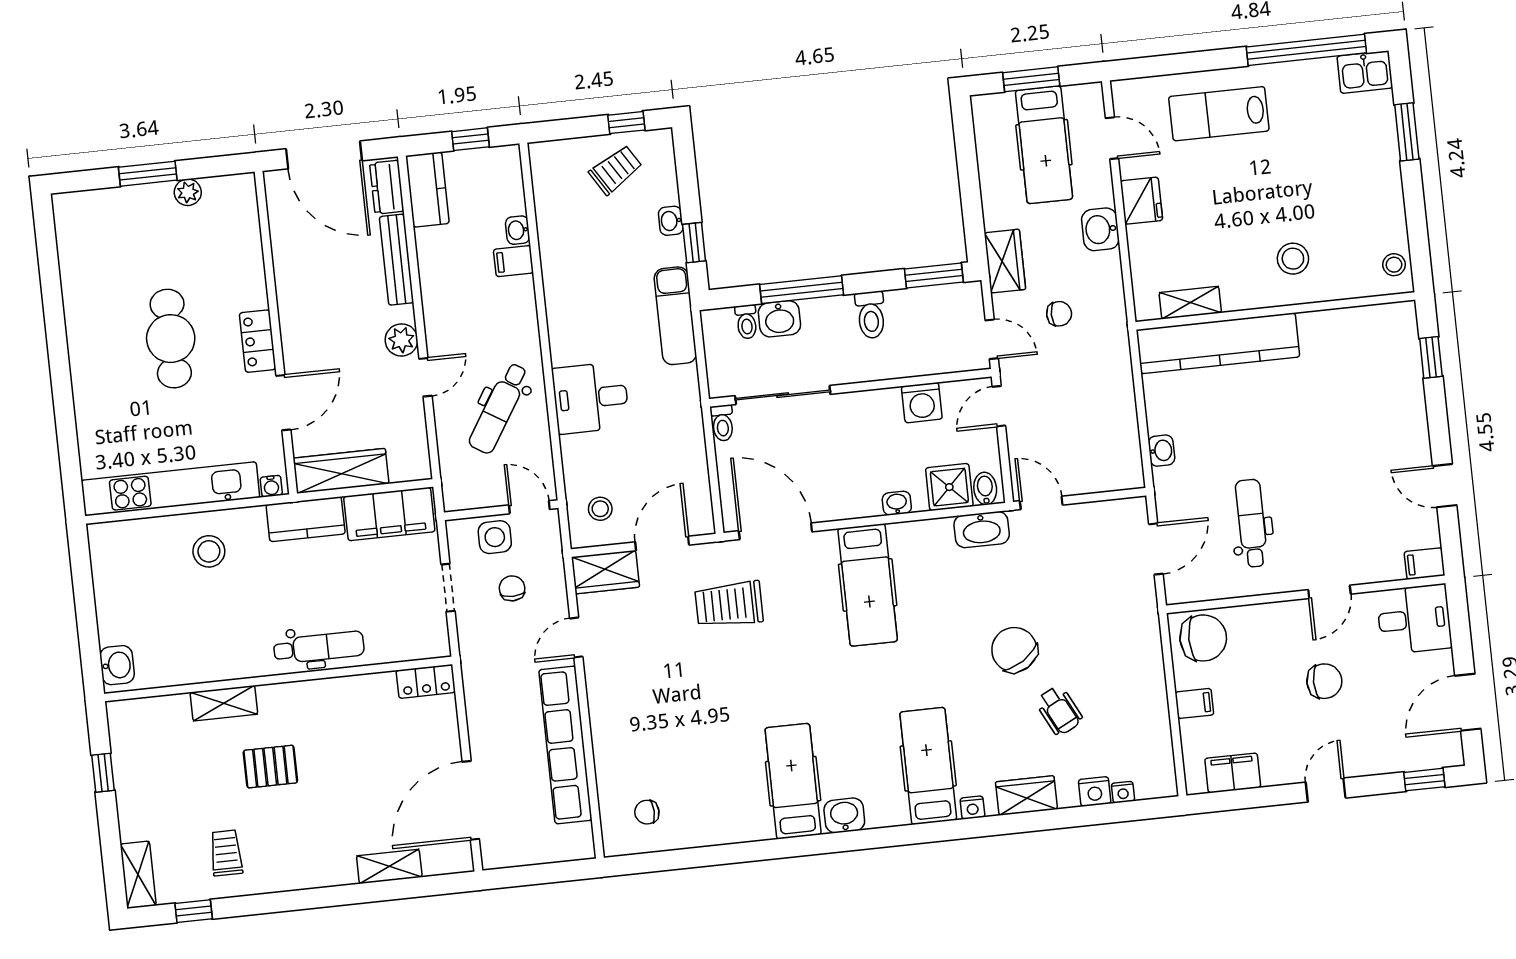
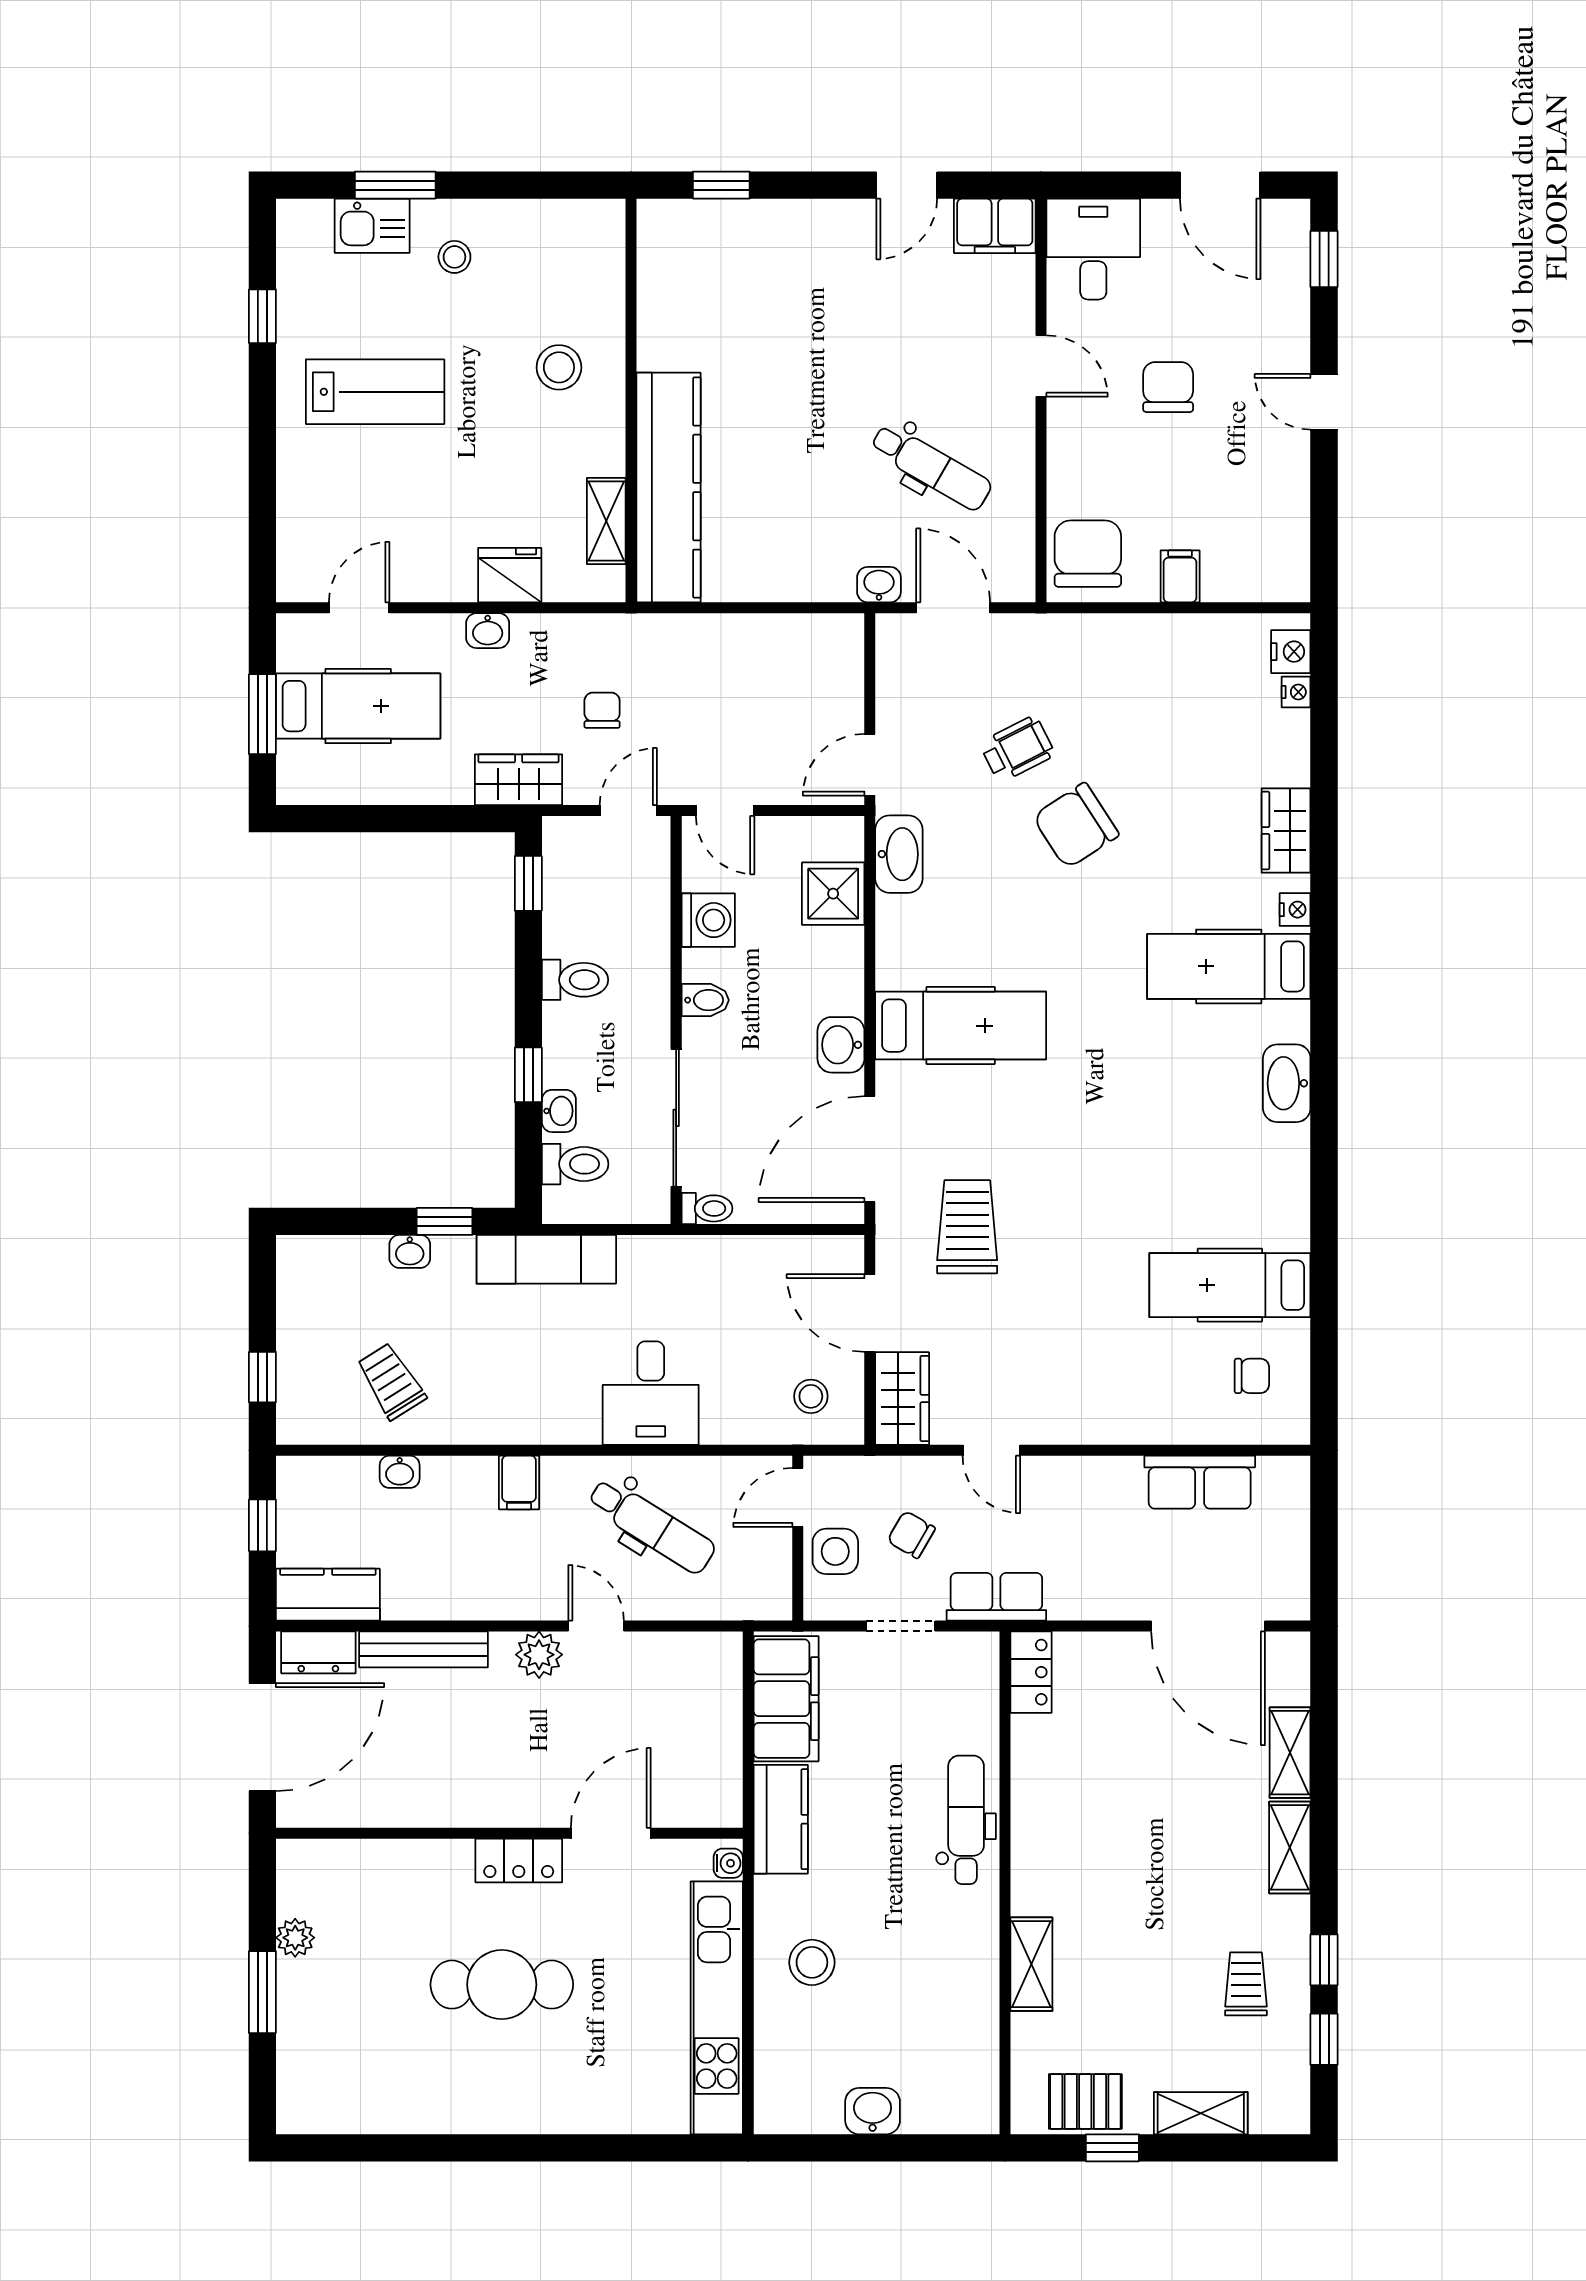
window: (1306, 50) -> (262, 316), width x0.32
kitchen sink: (1365, 72) -> (372, 226), moved, turned 90
lab bench: (1219, 114) -> (375, 392), moved, turned -90
window: (626, 123) -> (262, 1377), moved
trolley: (616, 170) -> (391, 1381), moved
fridge: (1142, 201) -> (510, 575), moved
washbasin: (1100, 229) -> (488, 631), width x0.72, depth x0.69
filing cabinet: (513, 261) -> (519, 1483), moved
stool: (1394, 265) -> (454, 257), moved
window: (934, 276) -> (528, 883), width x0.67
window: (802, 290) -> (528, 1075), width x0.46
washbasin: (779, 319) -> (559, 1111), width x0.72, depth x0.69
toilet: (746, 322) -> (575, 1164), width x1.37, depth x1.39
door: (283, 403) -> (611, 1833), hinge flipped
washbasin: (1162, 451) -> (879, 585), moved
wardrobe: (341, 471) -> (717, 1761), removed
bidet: (985, 489) -> (705, 1000), moved, turned 180
washbasin: (897, 503) -> (841, 1045), moved, width x1.38, depth x1.45
dental chair: (1252, 523) -> (931, 467), turned -150
filing cabinet: (1424, 564) -> (995, 226), width x2.00
chair: (512, 588) -> (911, 1535), turned 30
trolley: (729, 604) -> (967, 1227), turned 180
row of seats: (475, 652) -> (996, 1597), added
washbasin: (117, 665) -> (873, 2111), moved
wheelchair: (1059, 710) -> (1017, 749), moved
row of seats: (565, 745) -> (1200, 1482), width x0.50
pallet: (270, 767) -> (1085, 2101), moved, turned 90
filing cabinet: (1233, 773) -> (1285, 532), removed
hospital bed: (793, 781) -> (1230, 1285), moved
nightstand: (1095, 792) -> (1291, 652), moved
chair: (647, 812) -> (1252, 1376), turned -88
washbasin: (844, 815) -> (1287, 1083), width x1.38
trolley: (226, 853) -> (1246, 1984), turned 90
shelving: (324, 873) -> (1290, 1847), added
shelving: (138, 875) -> (1201, 2113), moved
window: (249, 905) -> (1324, 1960), added

